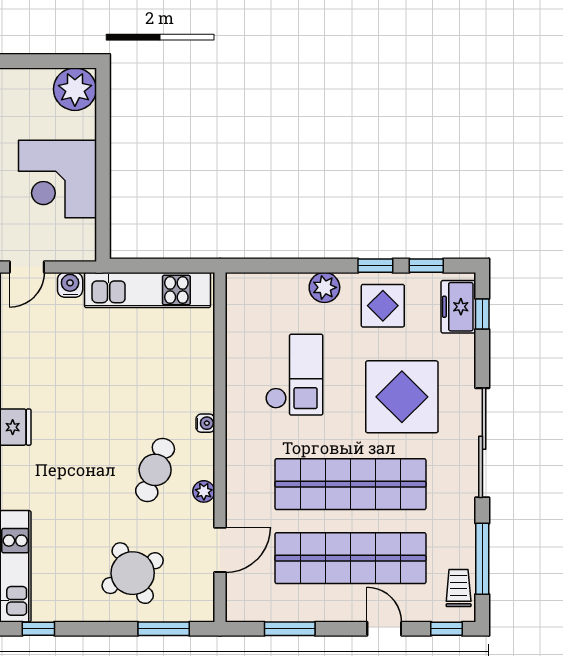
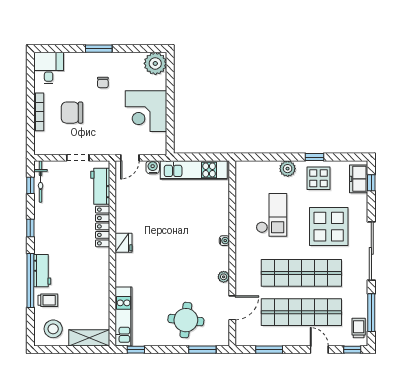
window: (426, 266) -> (342, 157), removed
cafe table: (155, 470) -> (198, 265), removed
round table: (133, 573) -> (186, 320), turned 35

